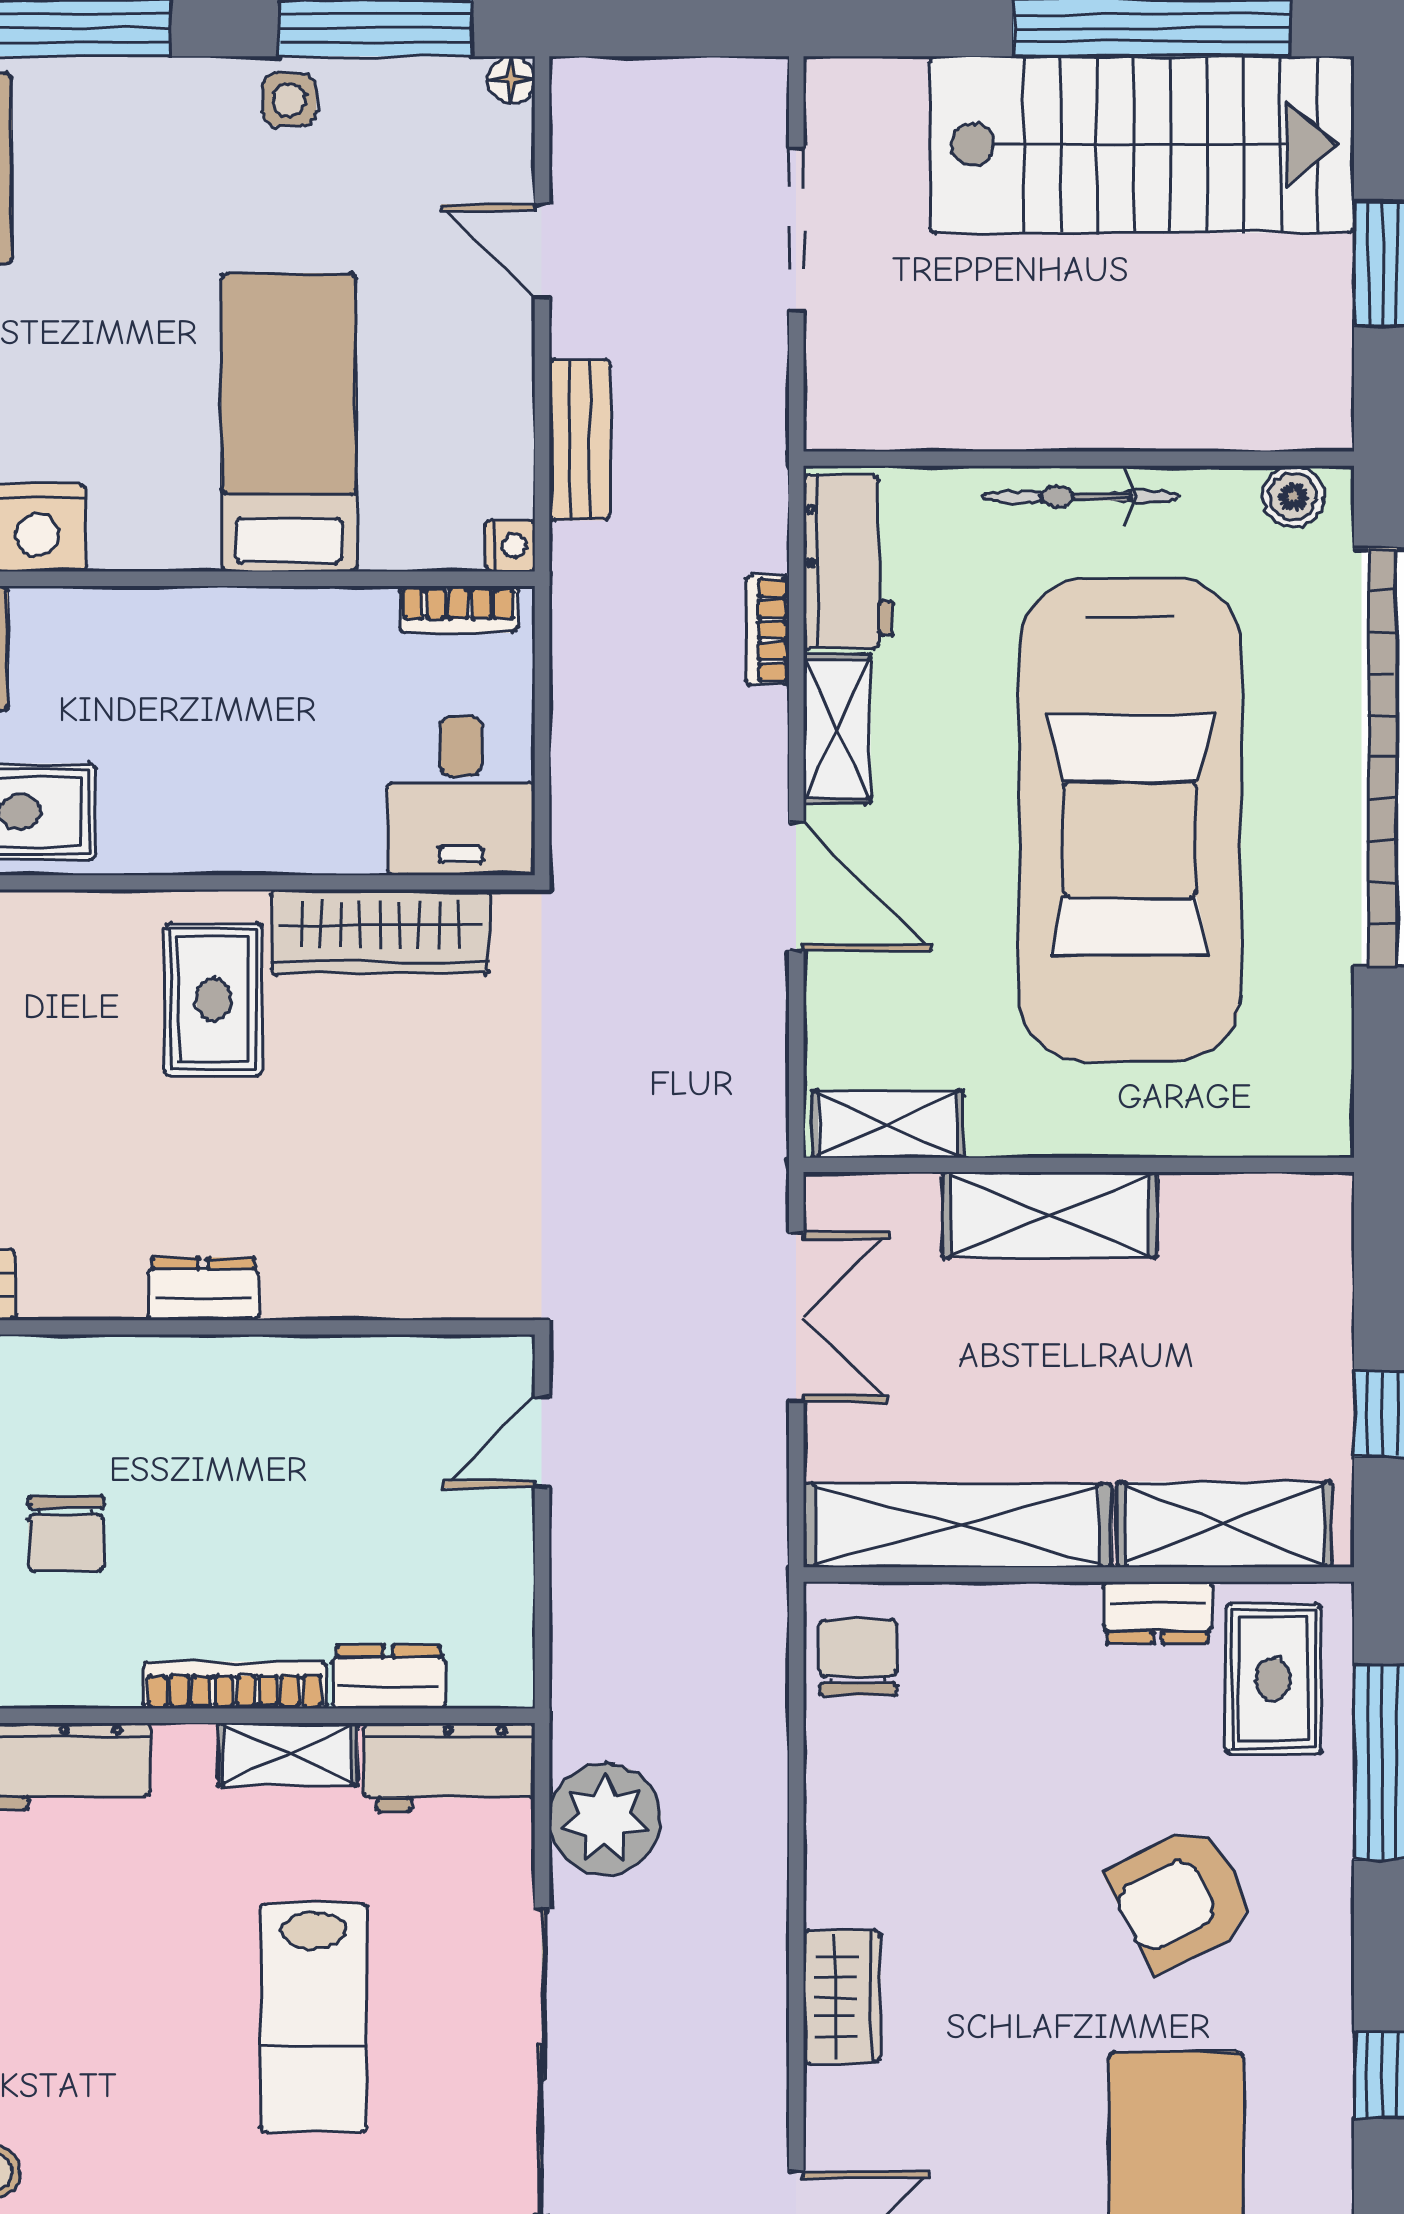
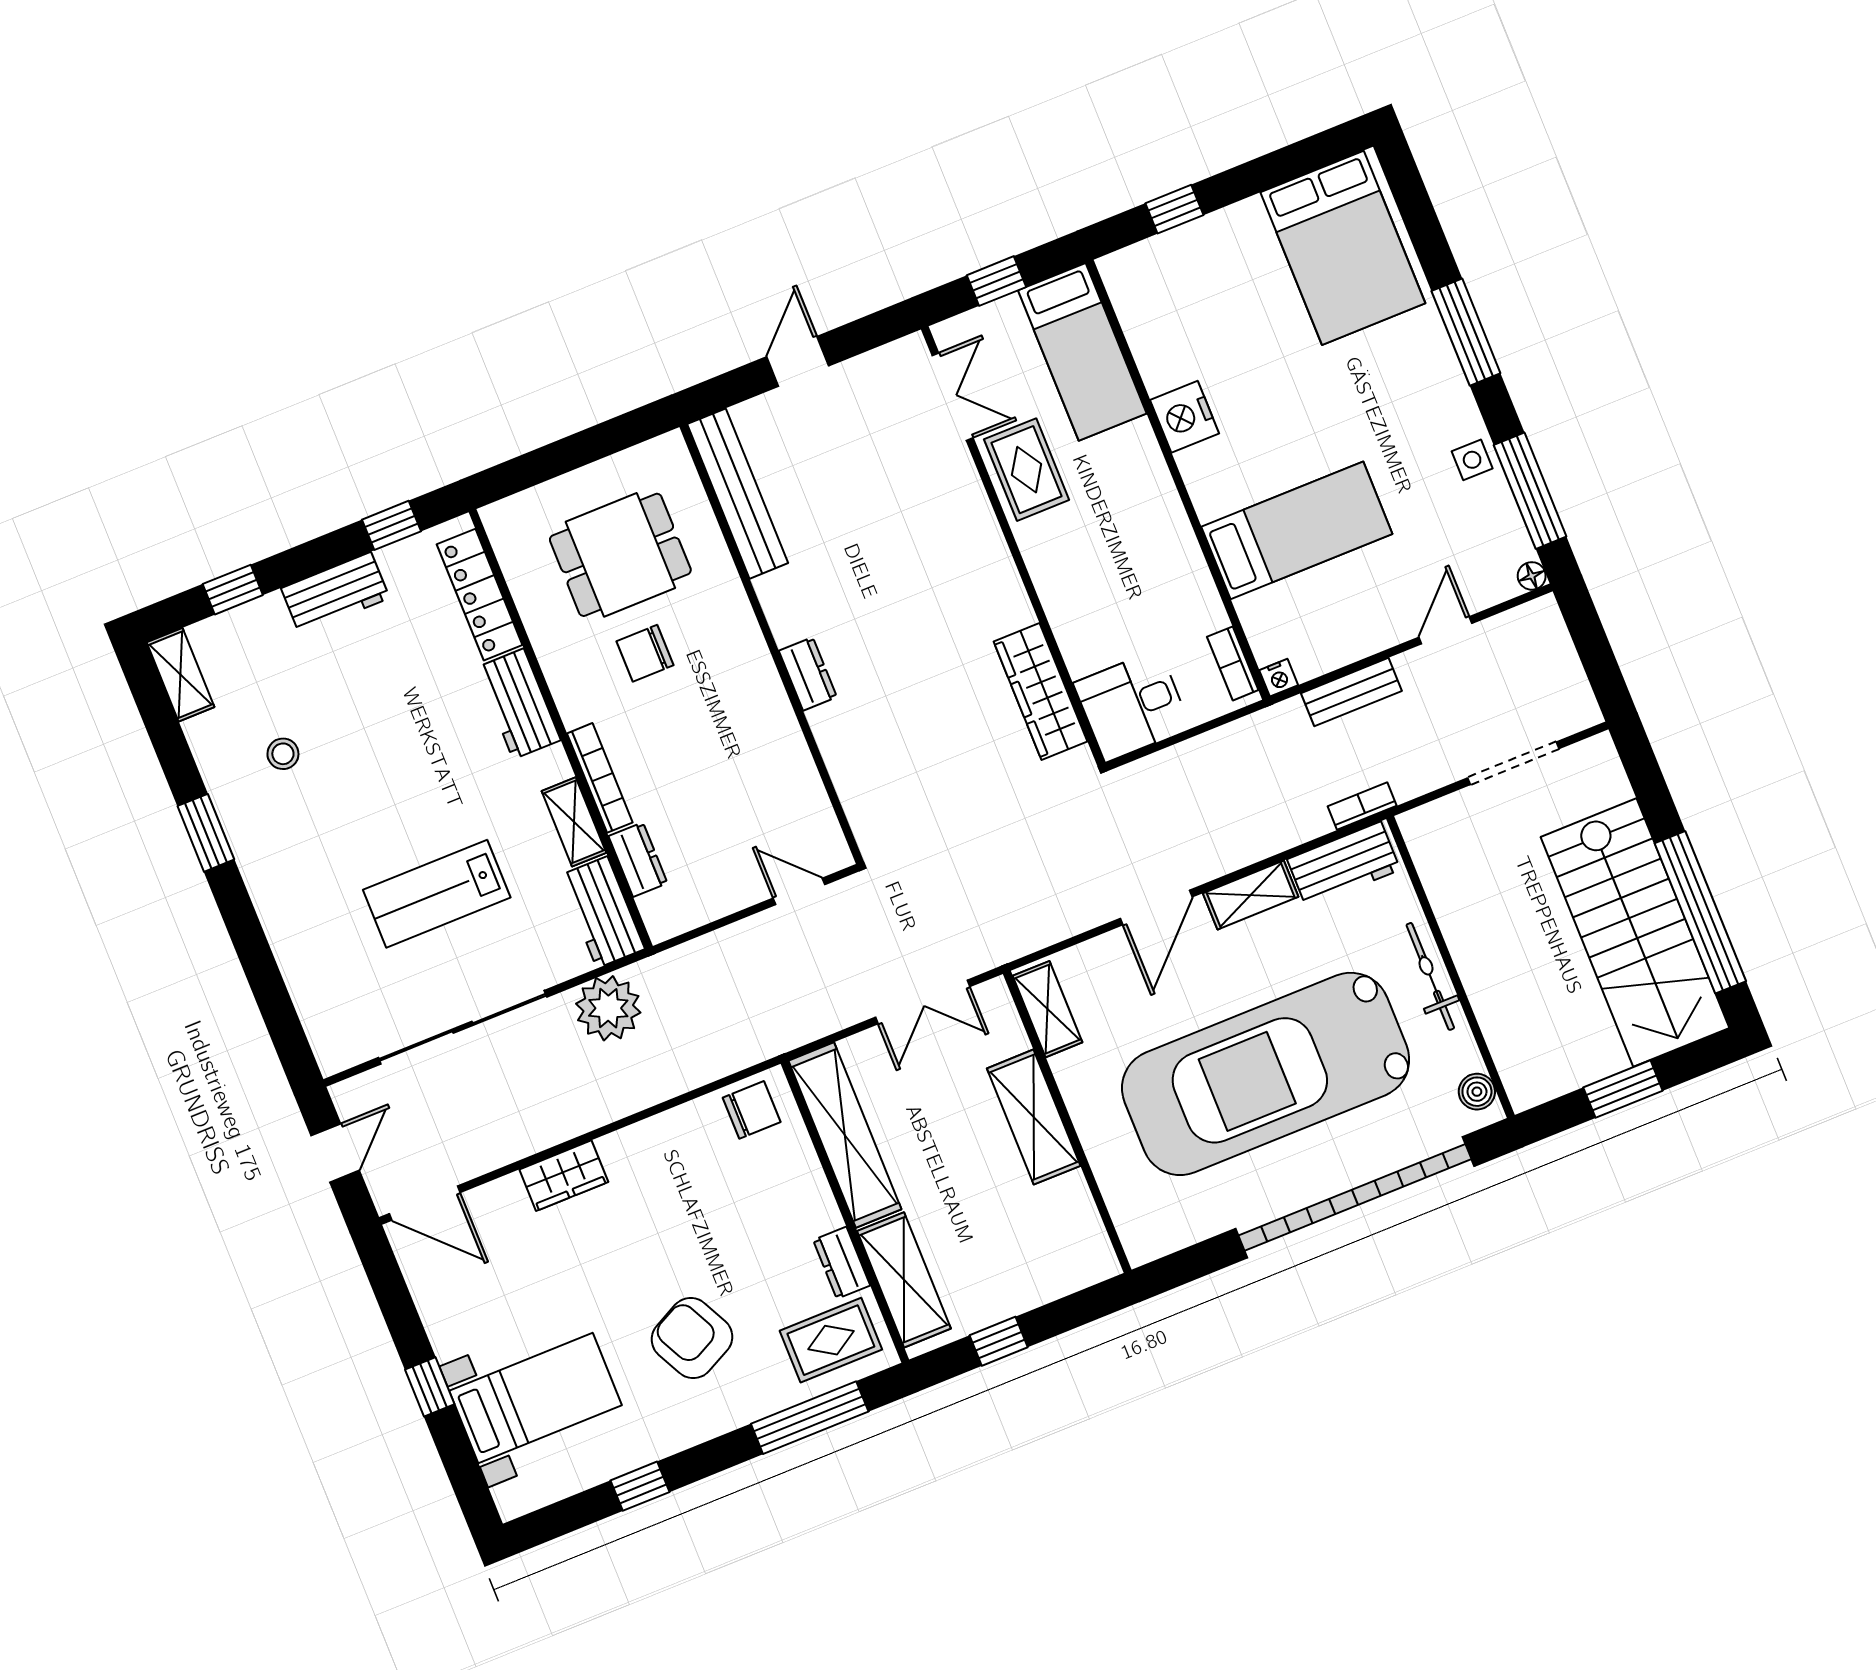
bookcase: (767, 630) -> (1362, 806), moved
rug: (214, 999) -> (967, 616), removed

